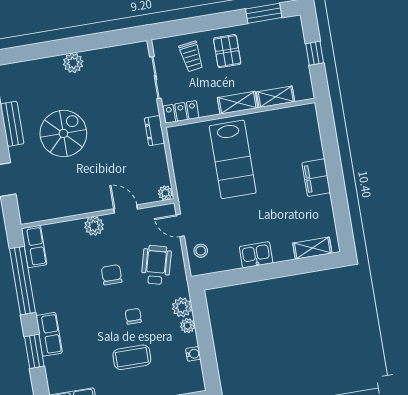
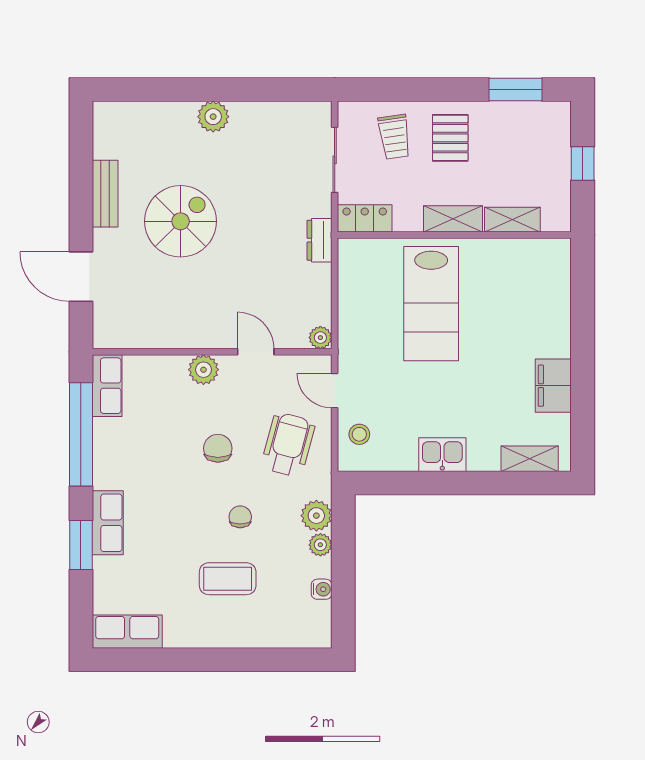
filing cabinet: (316, 178) -> (553, 386), moved

